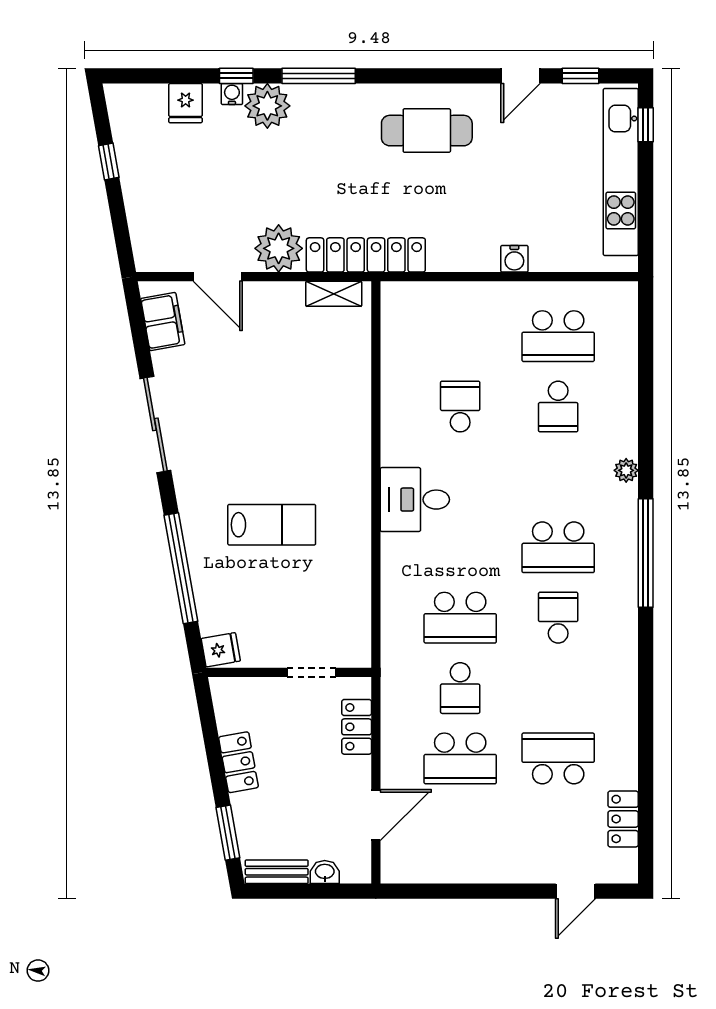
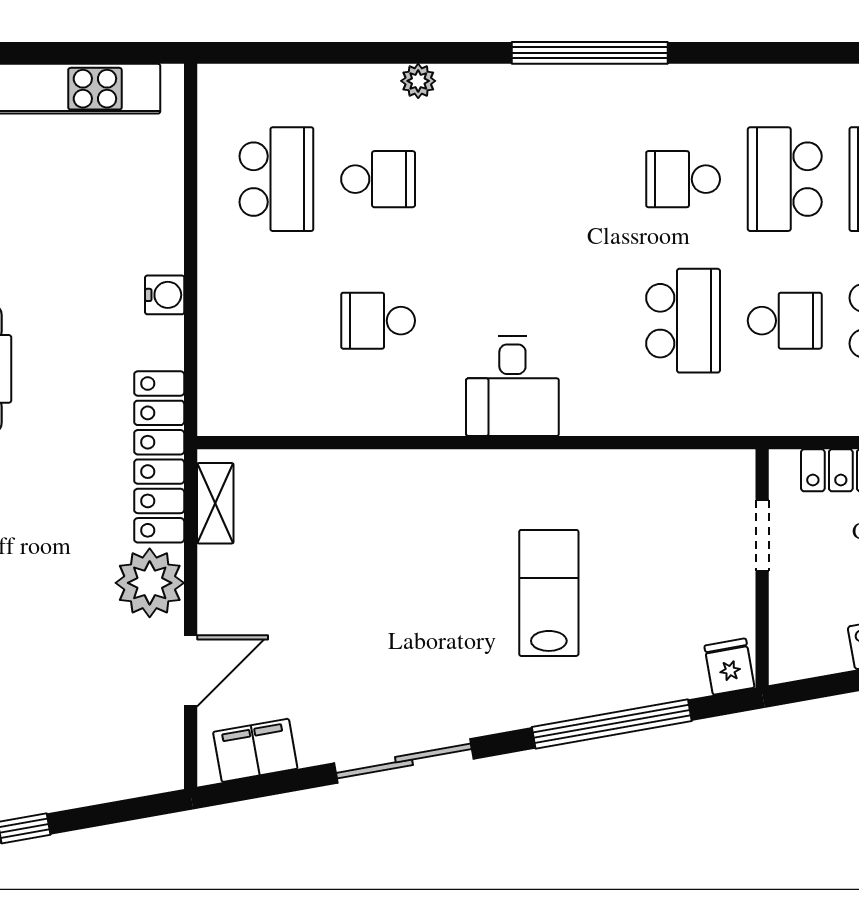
water cooler: (514, 259) -> (165, 295), moved
plant: (626, 470) -> (418, 81), moved
school desk: (558, 547) -> (785, 179), moved, turned 180

